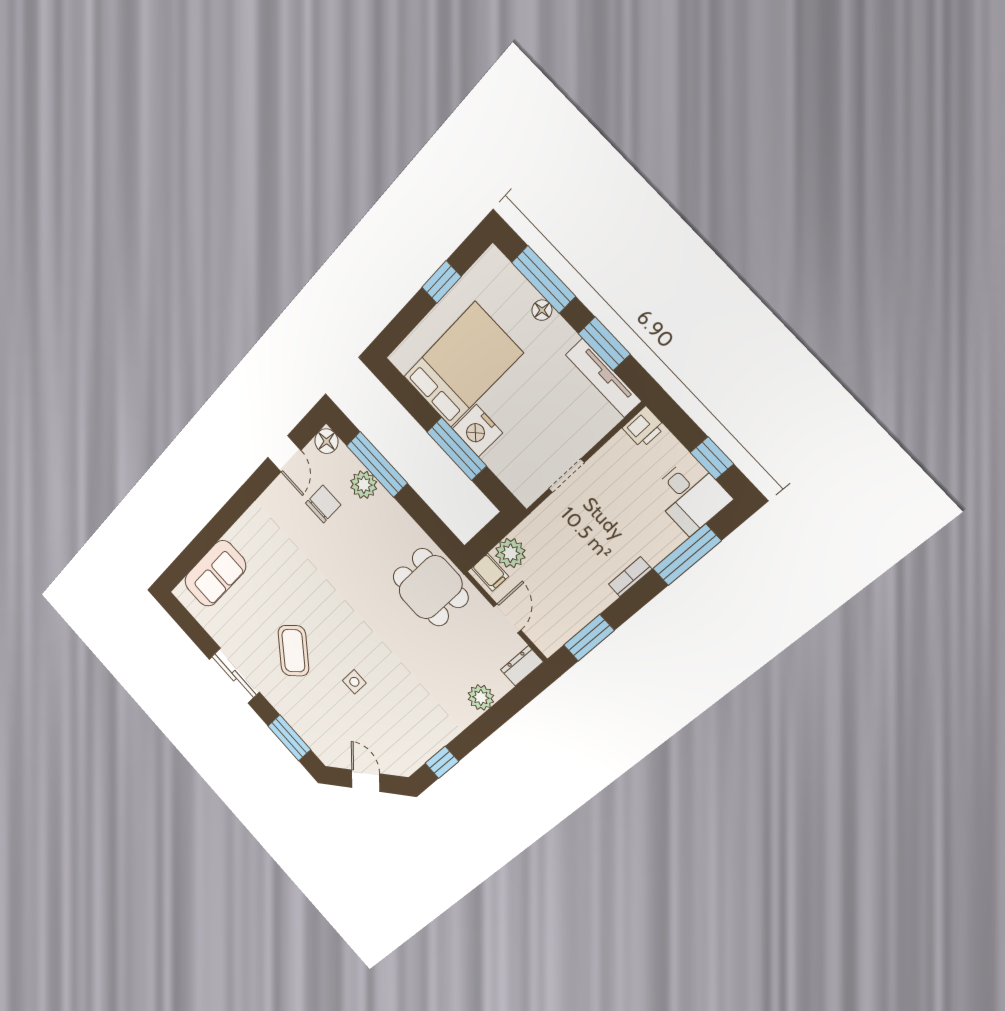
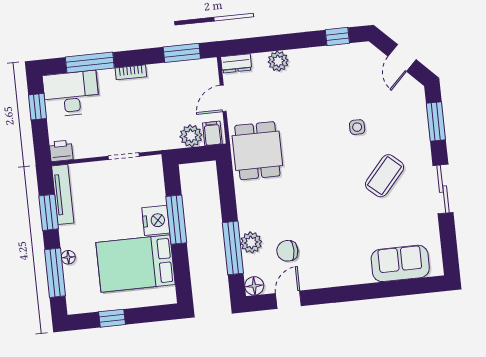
desk: (690, 496) -> (71, 94), width x1.37

